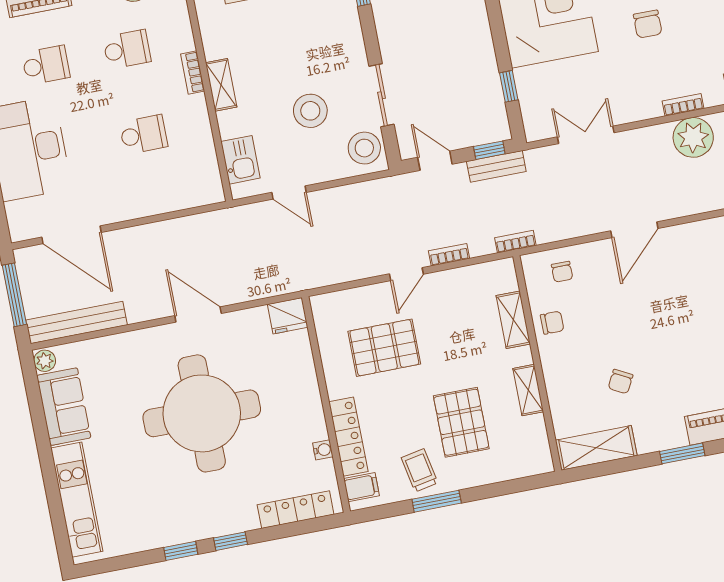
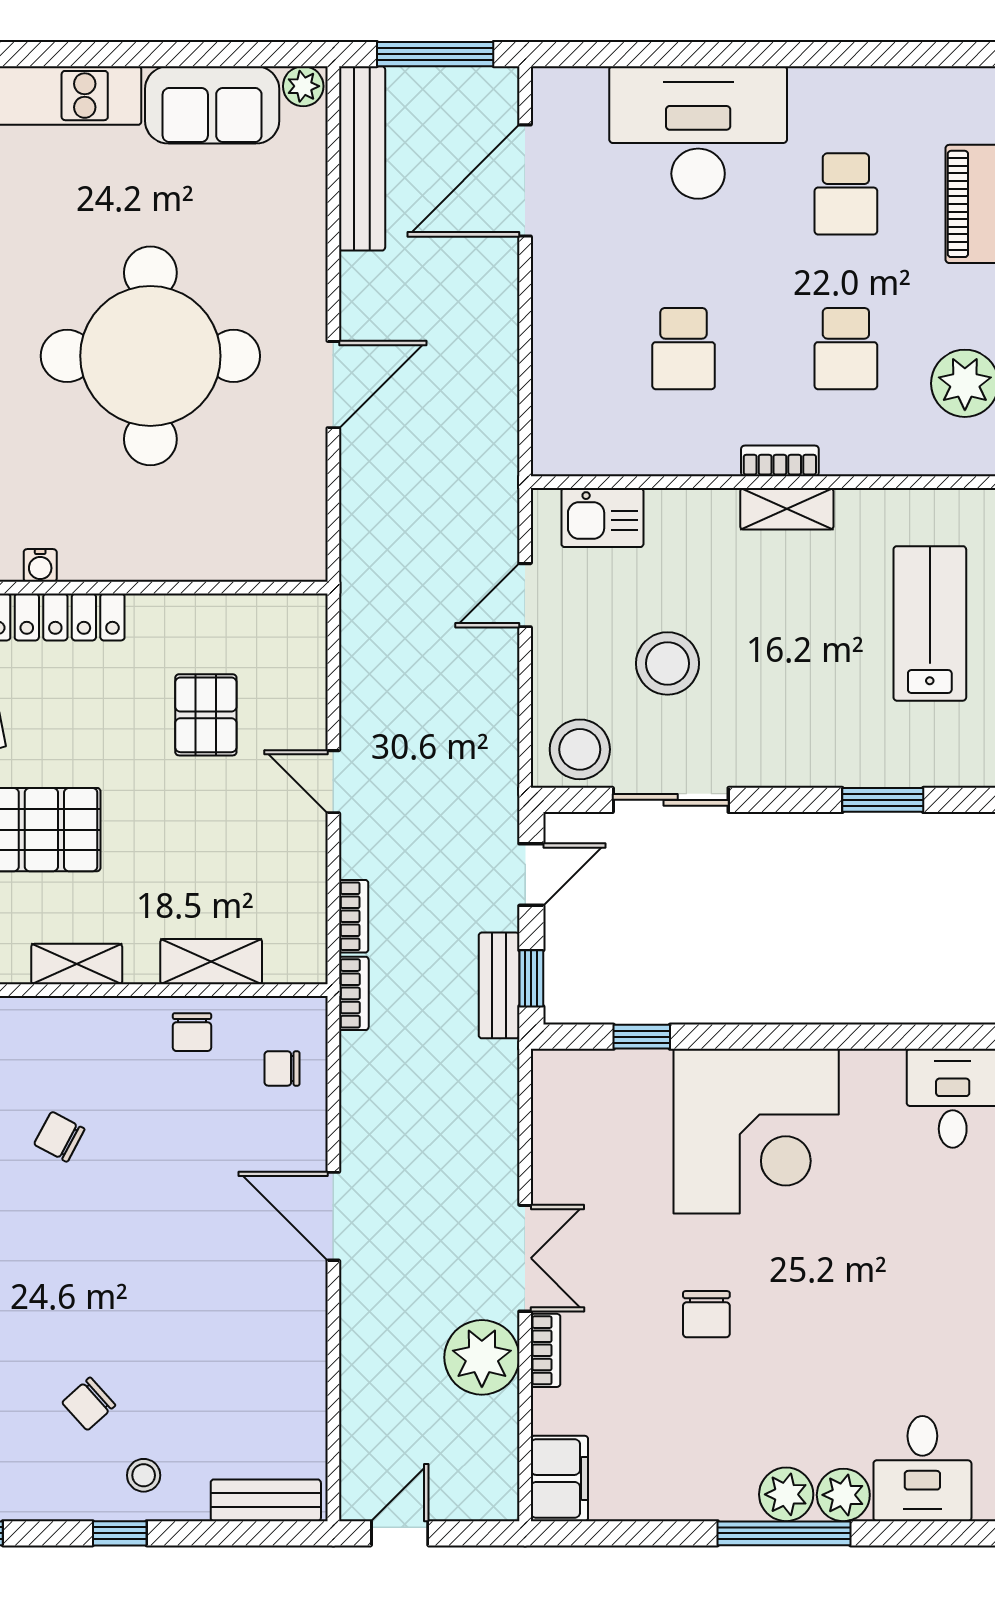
chair: (648, 24) -> (706, 1314), turned -90
shelving: (221, 85) -> (787, 509), moved
double door: (586, 135) -> (525, 1258), moved
bookcase: (449, 255) -> (354, 916), moved
fridge: (288, 316) -> (299, 549), removed
pallet: (384, 348) -> (206, 715), width x0.67, depth x0.71

